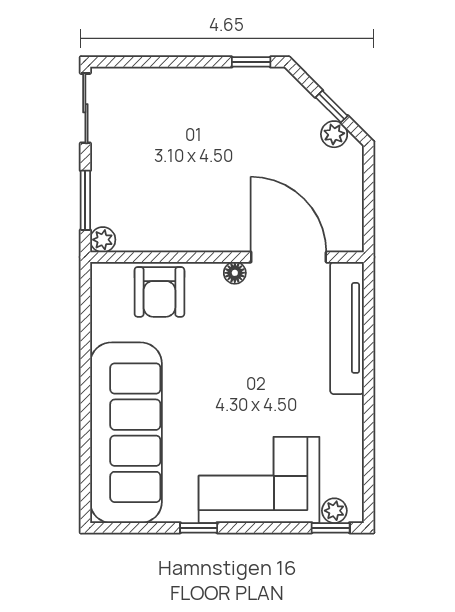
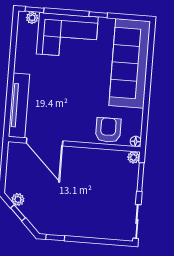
floor lamp: (235, 273) -> (136, 141), moved

